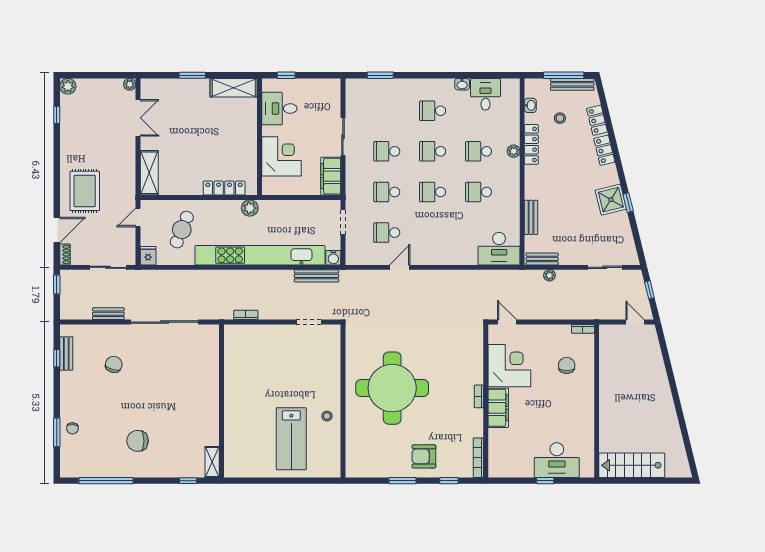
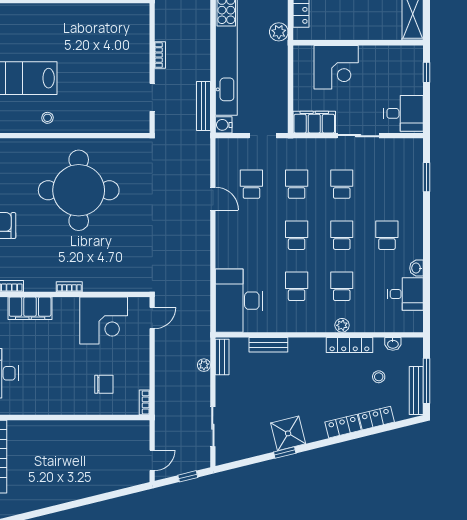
desk: (279, 109) -> (403, 113), moved, turned 90
desk: (499, 249) -> (239, 301), width x1.36, depth x1.30
bookcase: (246, 315) -> (160, 55), moved
filing cabinet: (498, 408) -> (30, 308), moved

